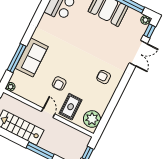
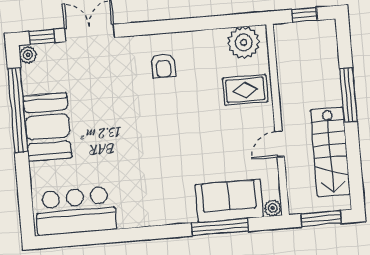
sofa: (32, 57) -> (229, 201), moved
armchair: (59, 83) -> (219, 132), removed
door: (48, 113) -> (280, 144), moved

